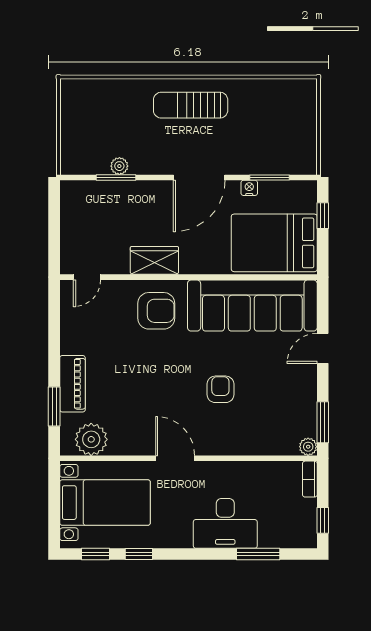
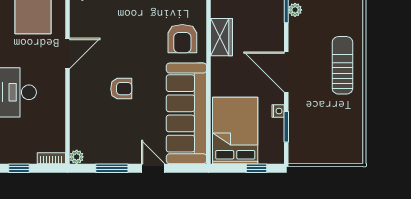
window: (323, 422) -> (112, 168), moved

